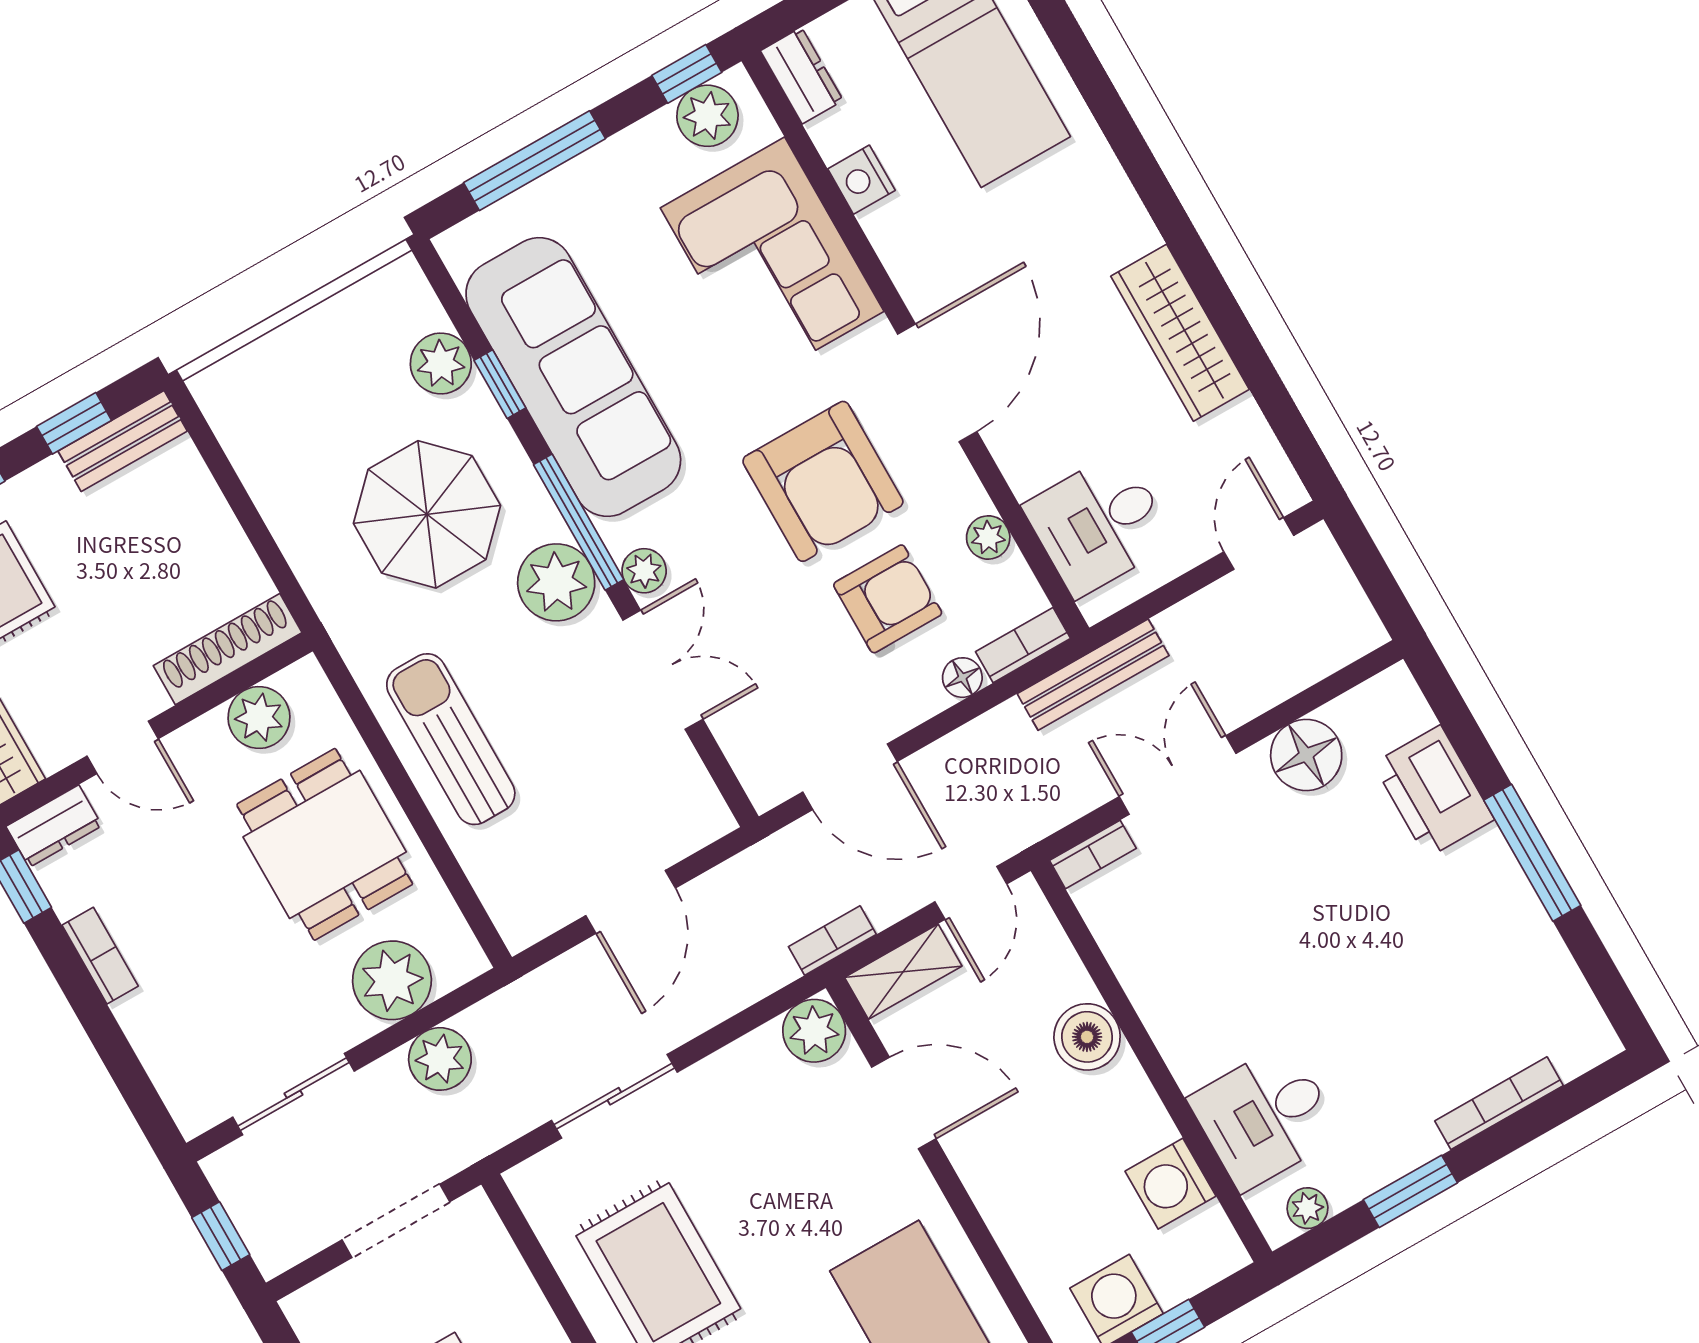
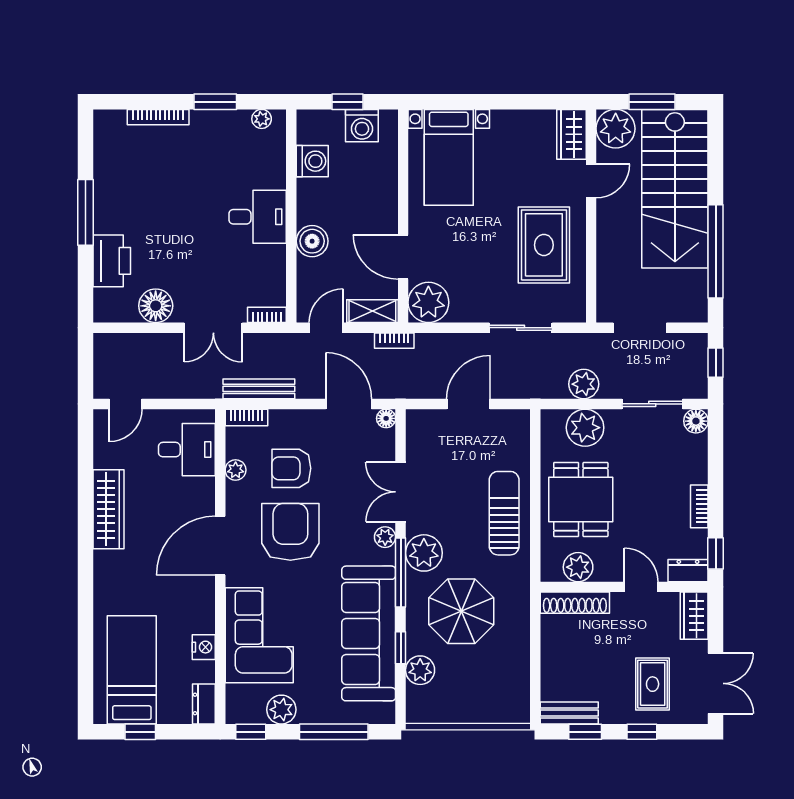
plant: (707, 116) -> (281, 710), moved
bench: (1093, 675) -> (259, 389), moved
floor lamp: (962, 678) -> (386, 418), moved
sun lounger: (451, 739) -> (504, 513), turned 180
plant: (814, 1031) -> (428, 302), width x1.36, depth x1.36
floor lamp: (196, 1108) -> (696, 421), added
desk: (1265, 1117) -> (258, 217), moved

